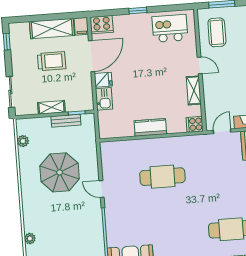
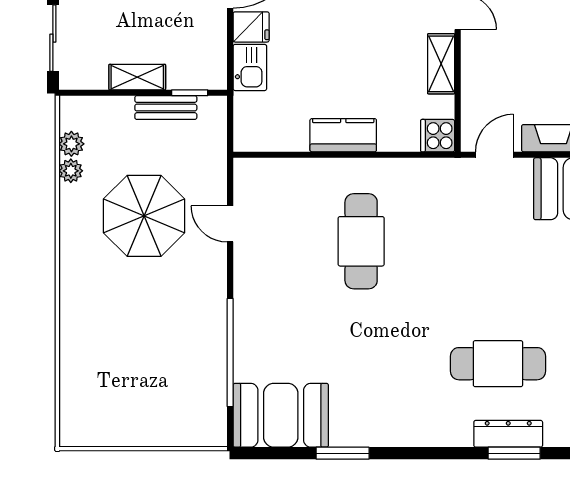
cafe table: (162, 177) -> (361, 241), turned 90
door: (102, 189) -> (230, 224), moved
plant: (30, 238) -> (71, 171), moved

